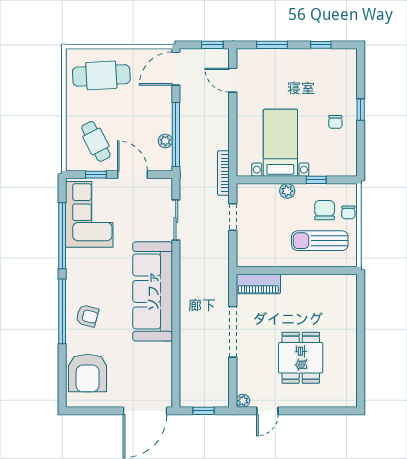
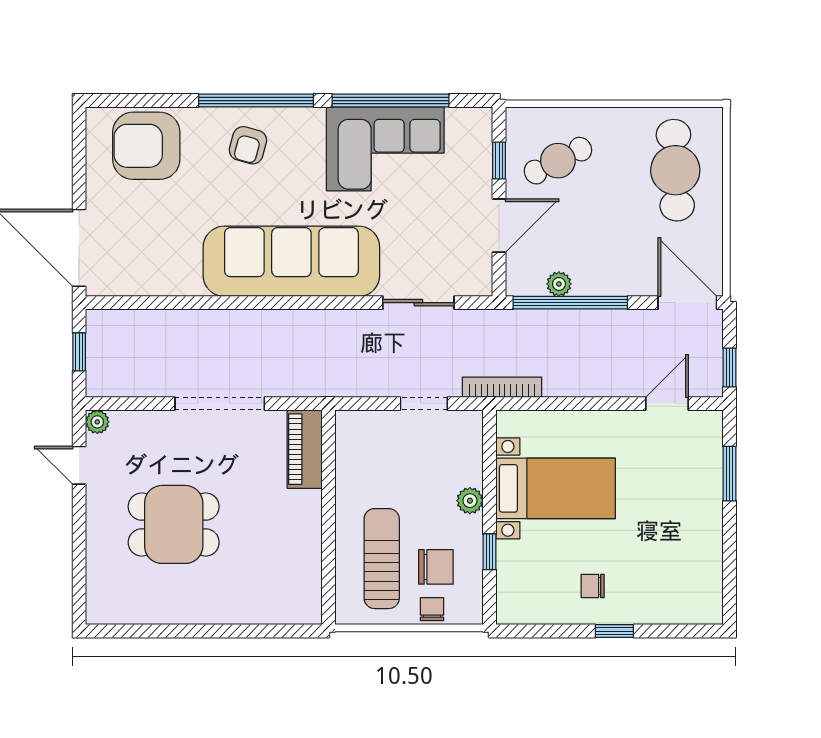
window: (321, 45) -> (730, 560), removed
chair: (348, 212) -> (432, 609), turned 90
corner sofa: (89, 214) -> (385, 149), moved

